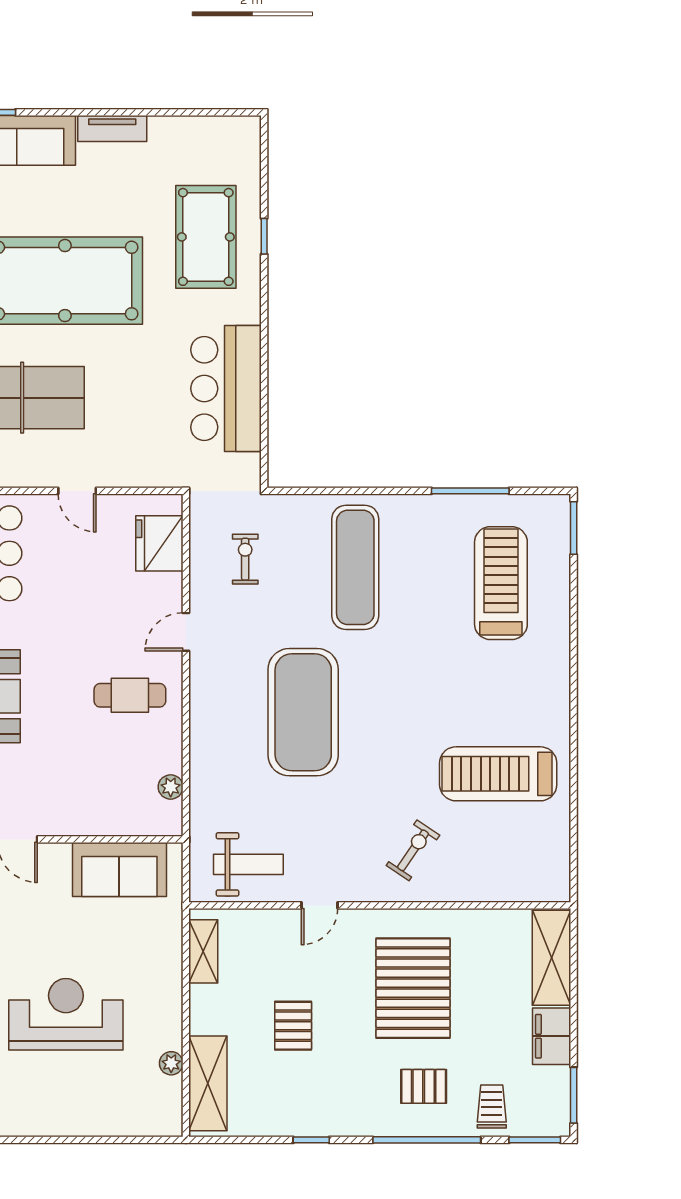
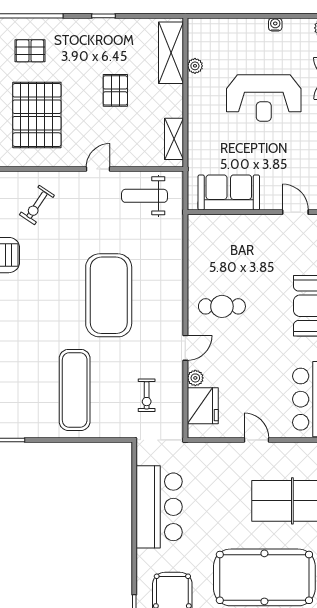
plant: (171, 787) -> (195, 378), moved
water cooler: (48, 1127) -> (275, 25), added

